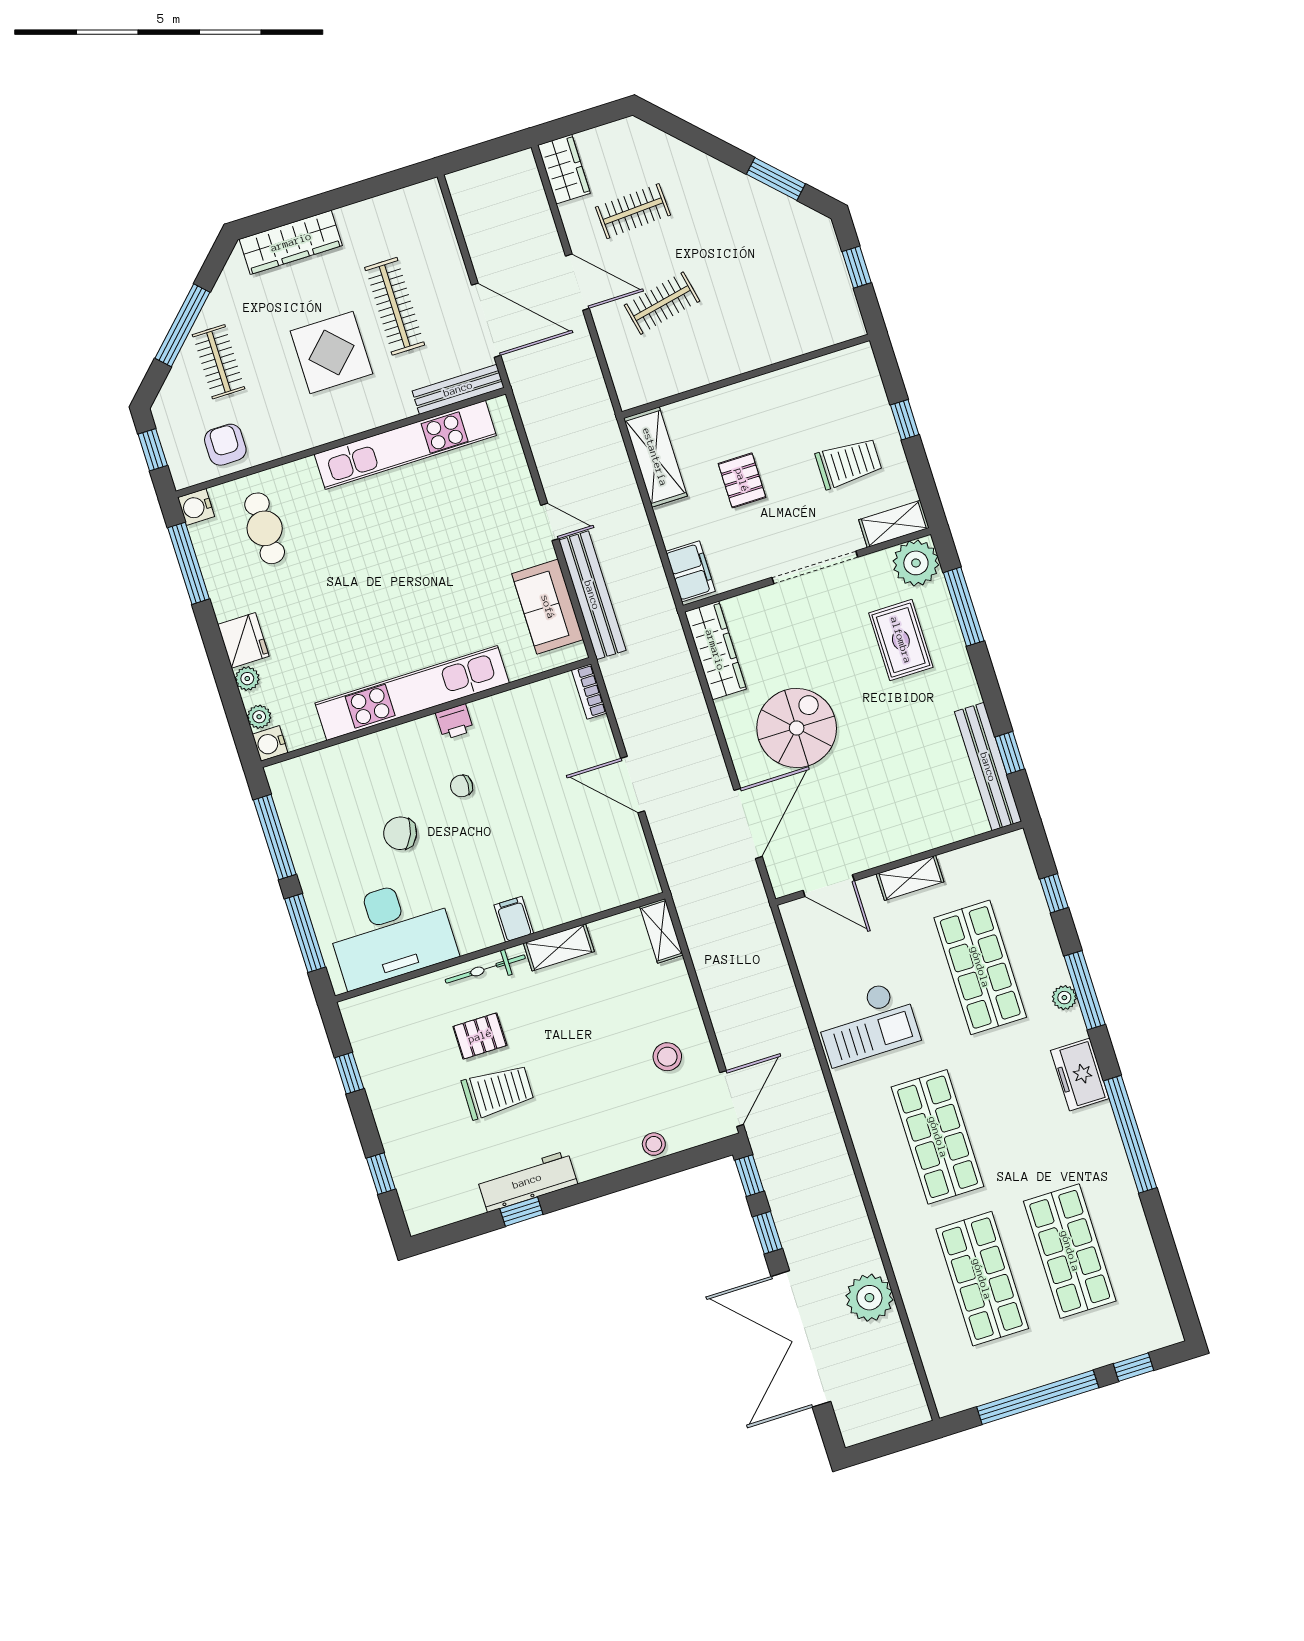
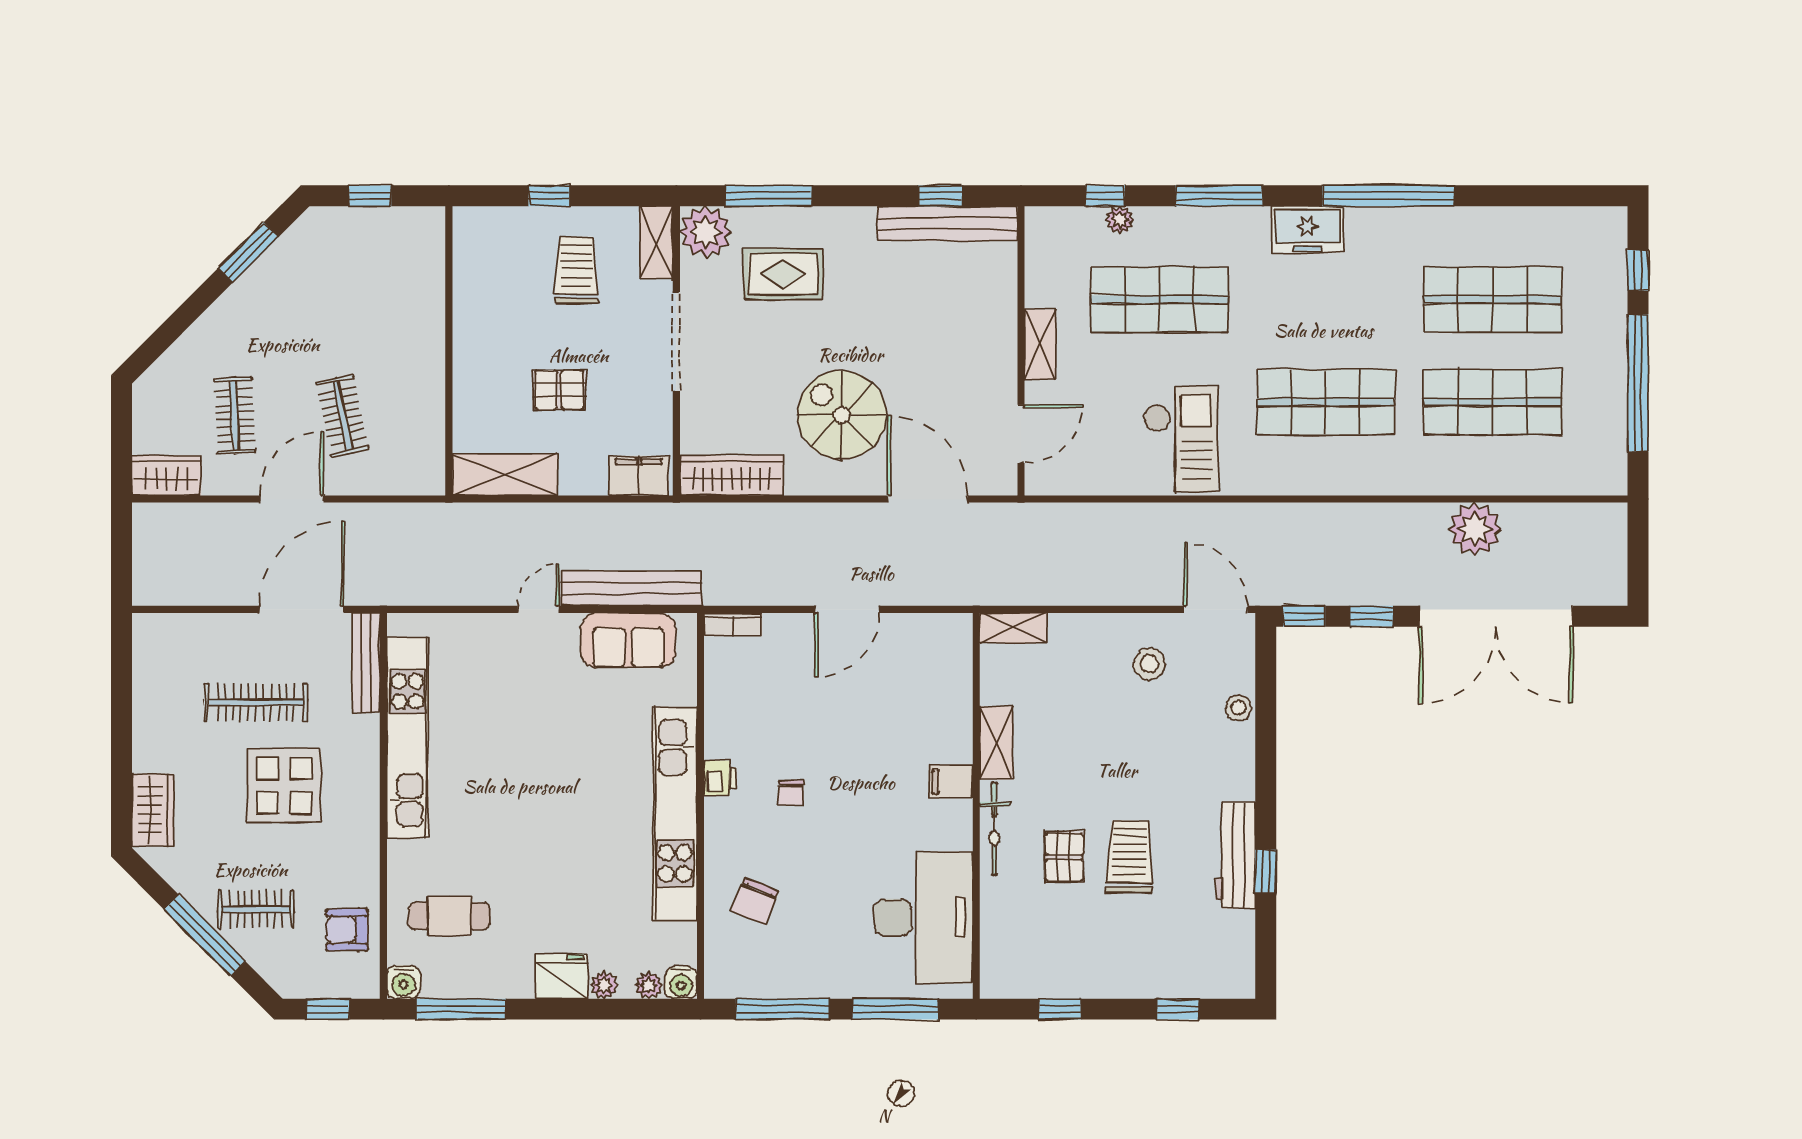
wardrobe: (291, 242) -> (153, 810), width x0.67
chair: (400, 833) -> (755, 901), moved
plant: (1064, 998) -> (1120, 220), moved

